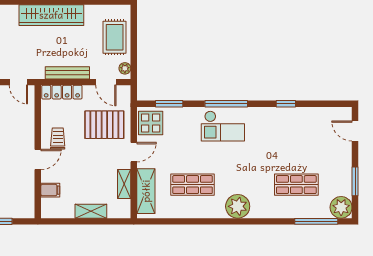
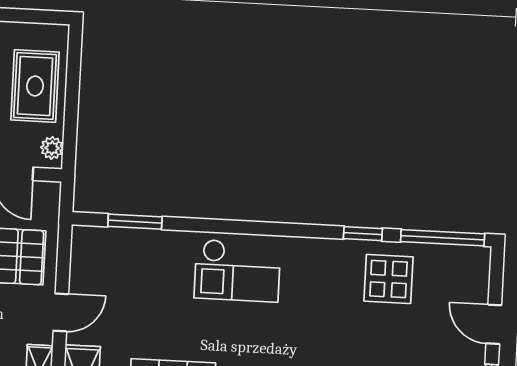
window: (226, 104) -> (443, 238), moved
display table: (151, 123) -> (388, 279), moved
door: (355, 131) -> (494, 324), moved

